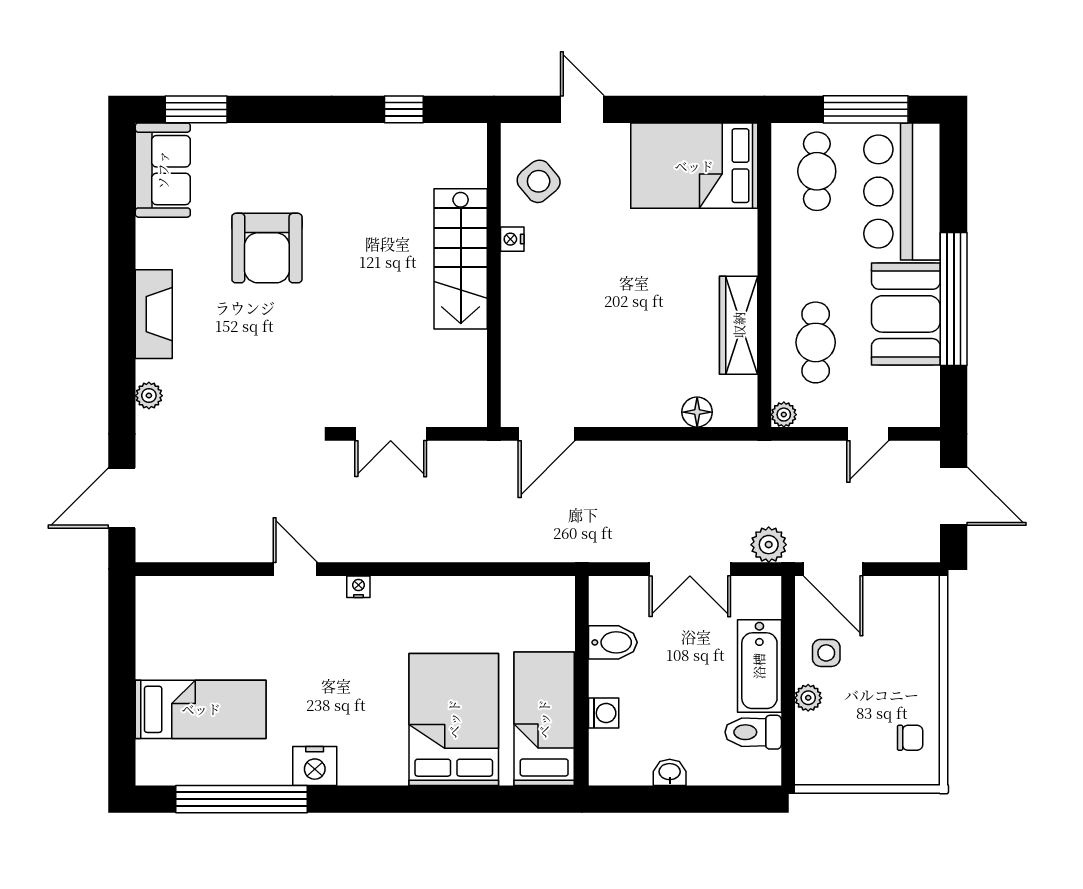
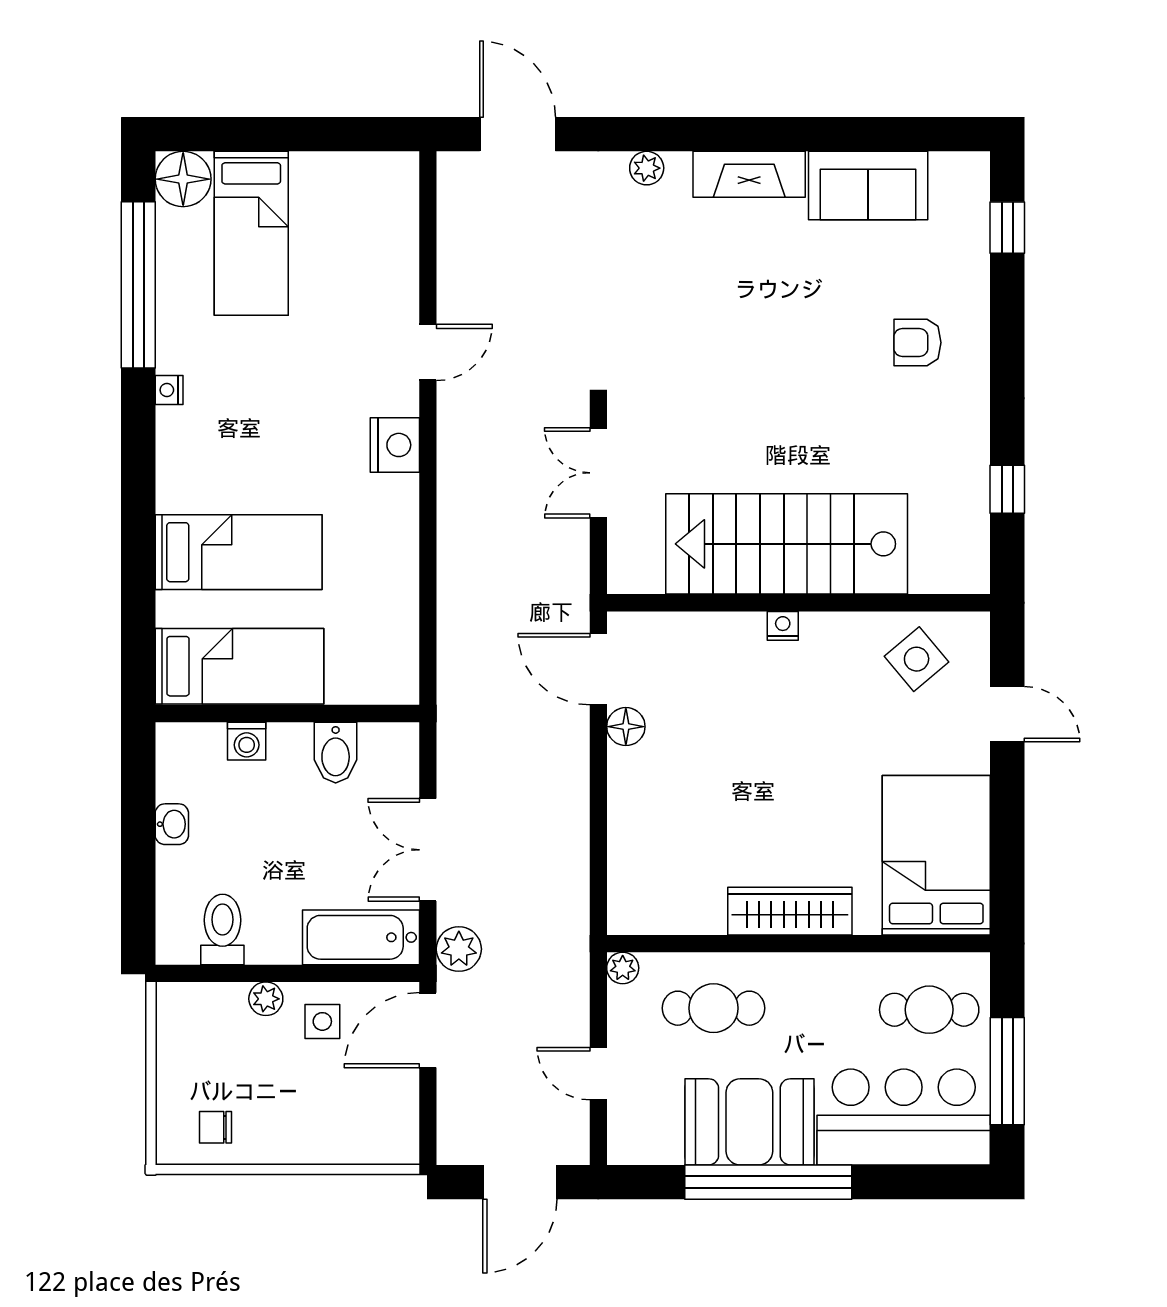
window: (196, 109) -> (1007, 228), width x0.67
door: (582, 109) -> (1007, 714), hinge flipped
sofa: (163, 170) -> (868, 186), moved
nightstand: (512, 239) -> (783, 626), moved
armchair: (267, 248) -> (917, 343), moved, width x0.53, depth x0.53
stairs: (461, 259) -> (787, 544), width x1.36, depth x1.51
wardrobe: (739, 325) -> (790, 911), moved
floor lamp: (697, 412) -> (626, 727), moved
nightstand: (358, 587) -> (395, 445), width x1.89, depth x1.79
bathtub: (759, 666) -> (361, 937), moved
bed: (454, 719) -> (239, 552), width x0.67
chair: (910, 738) -> (215, 1127), turned 90
floor lamp: (158, 763) -> (183, 179), added
nightstand: (315, 766) -> (169, 390), width x0.53, depth x0.56

